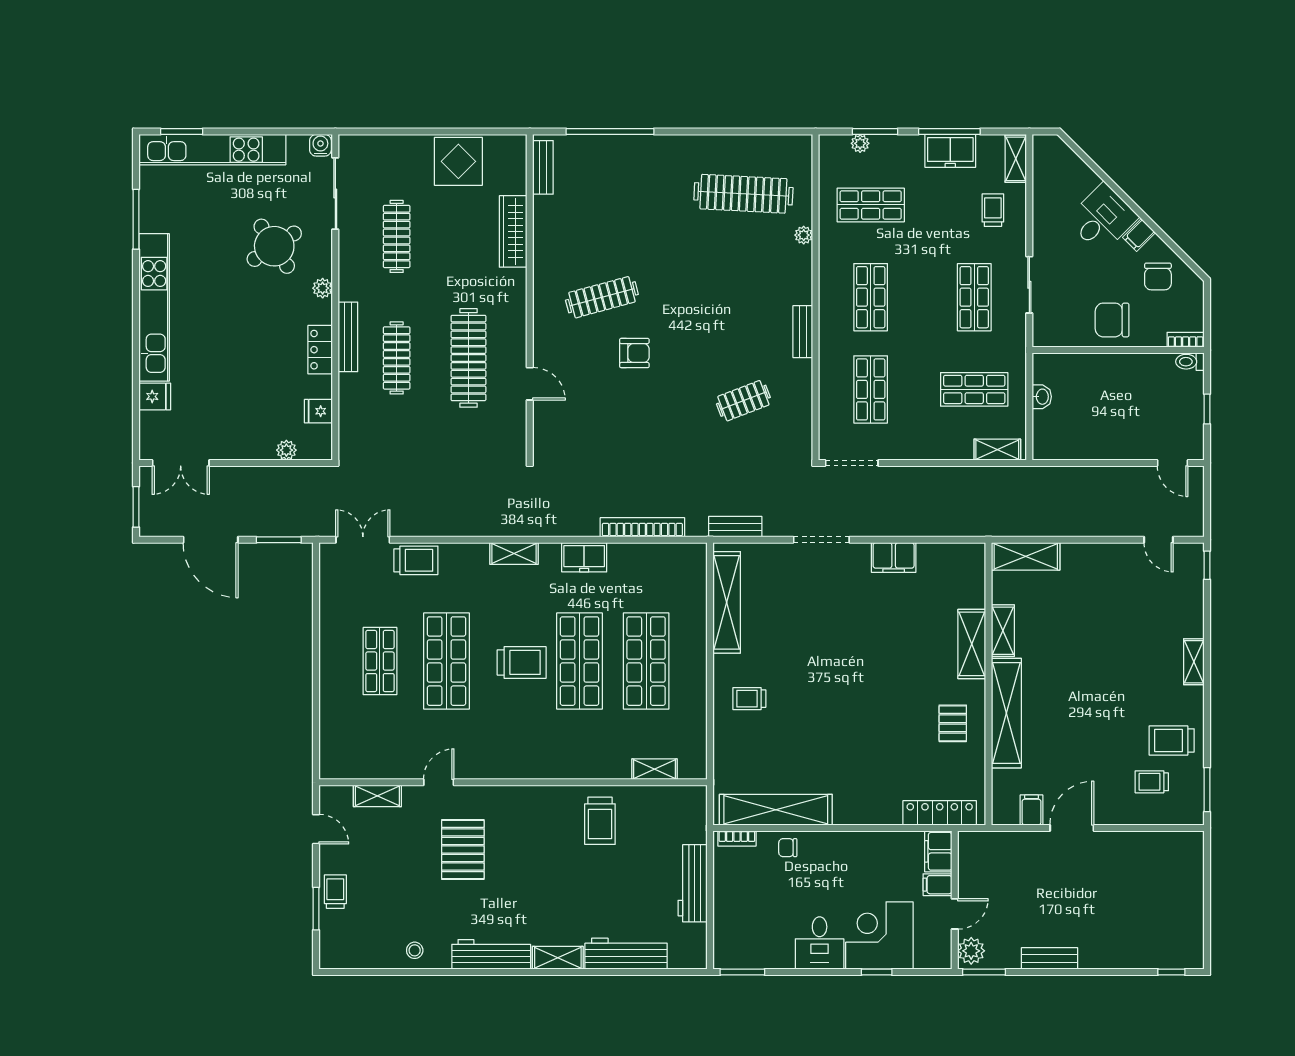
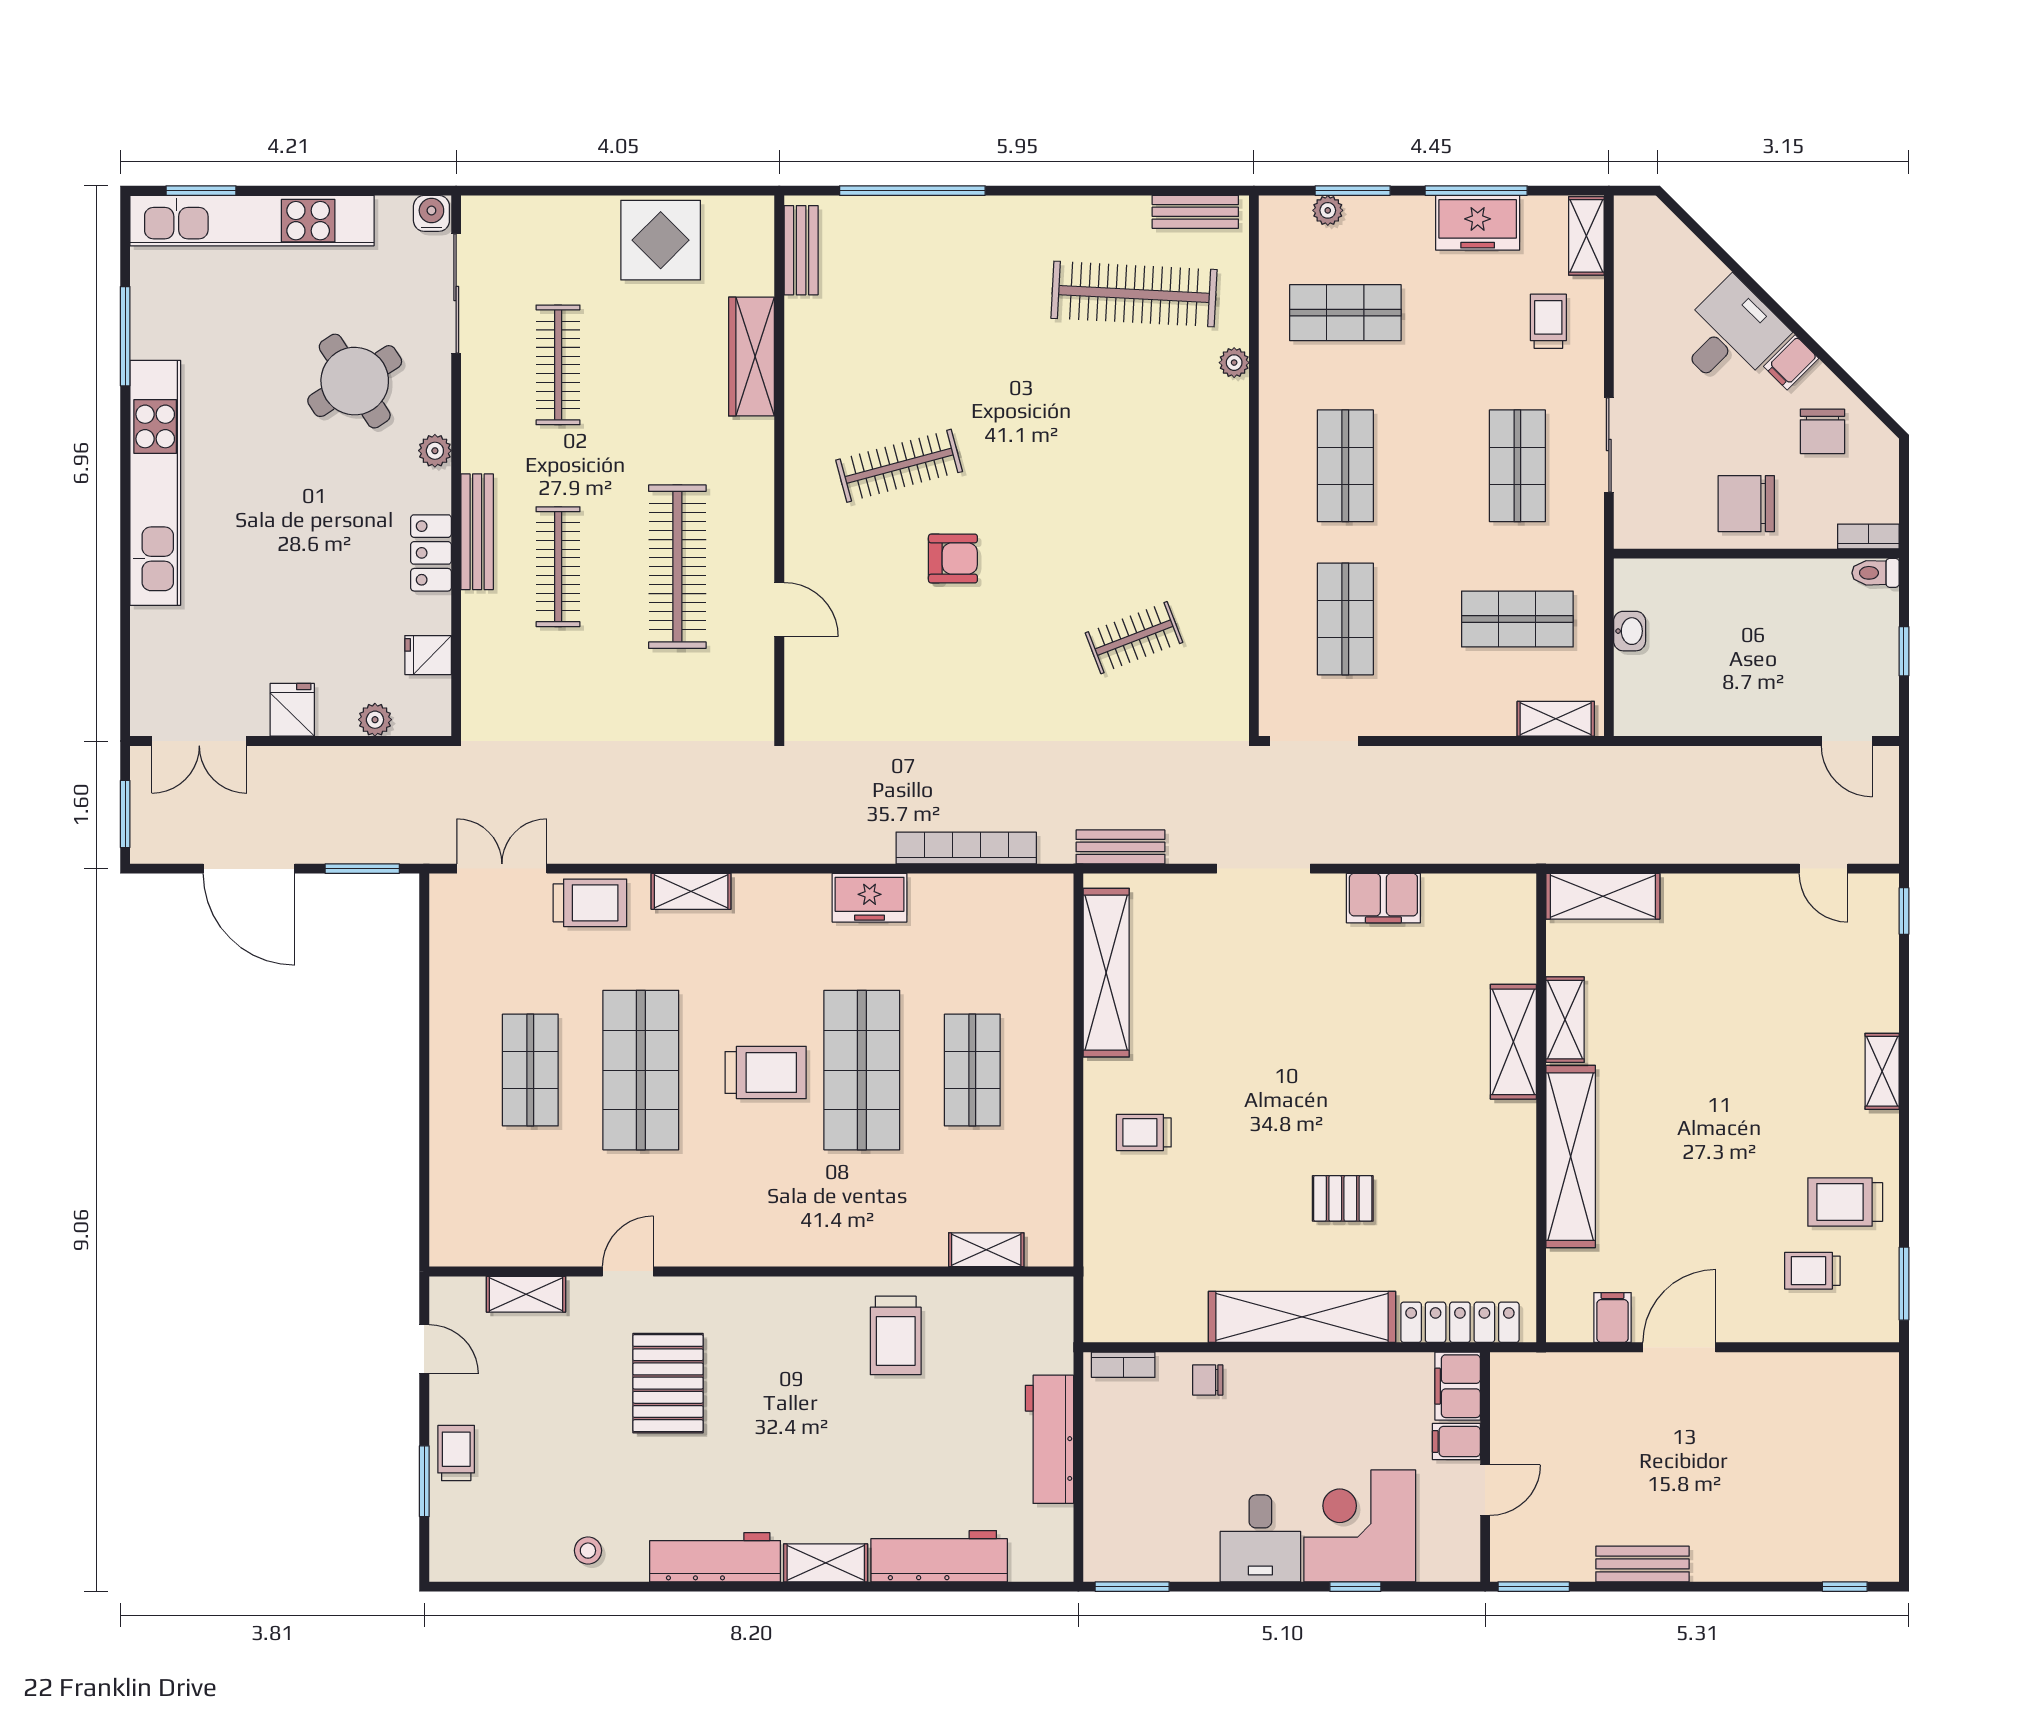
bench: (803, 332) -> (1195, 212), moved, turned 90
fridge: (155, 396) -> (292, 710), moved, turned -90
shelving: (514, 553) -> (691, 891), moved
shop shelf: (646, 661) -> (972, 1070), width x0.70, depth x0.74
pallet: (953, 723) -> (1343, 1198), moved, turned 90
shelving: (776, 810) -> (1302, 1317), moved
plant: (971, 951) -> (1512, 1551), removed

